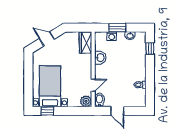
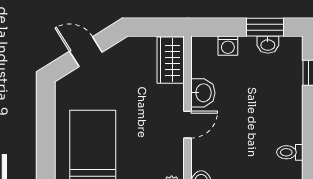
window: (117, 28) -> (265, 27), moved
door: (93, 85) -> (187, 125), moved

